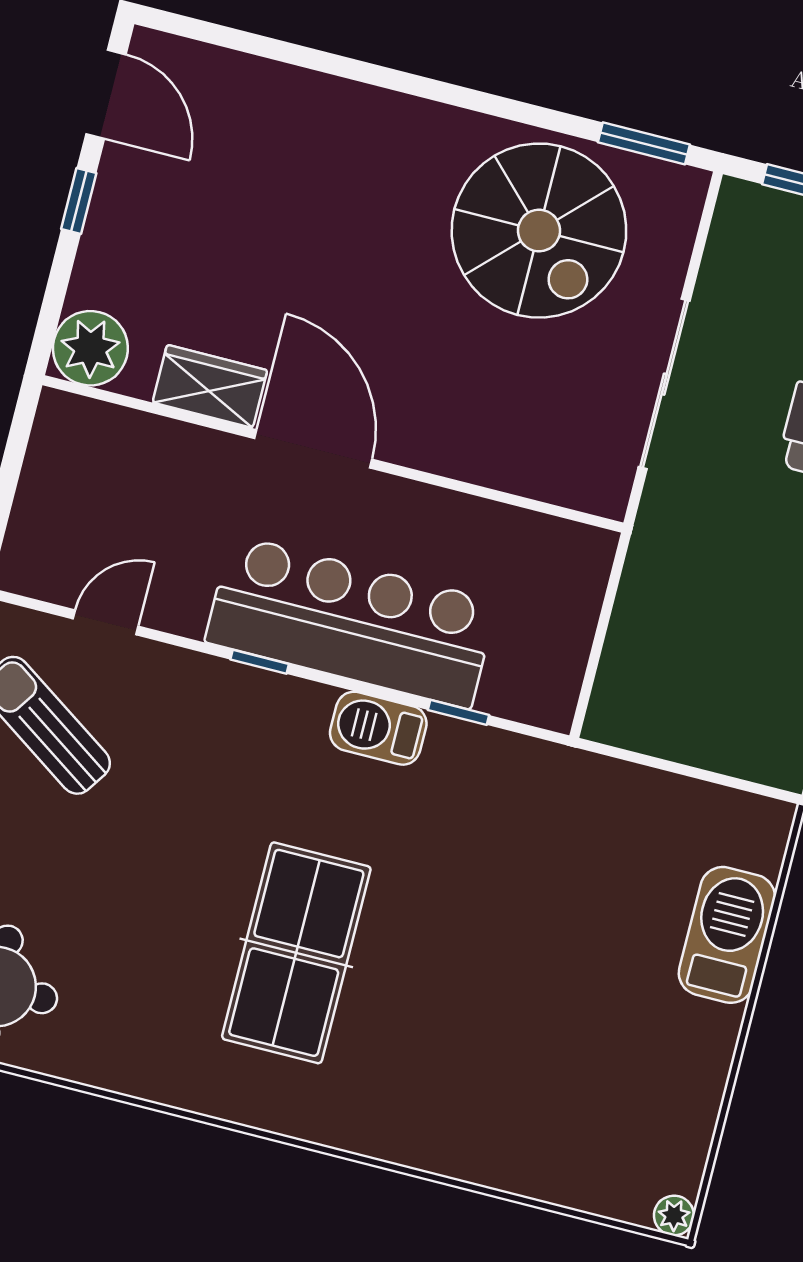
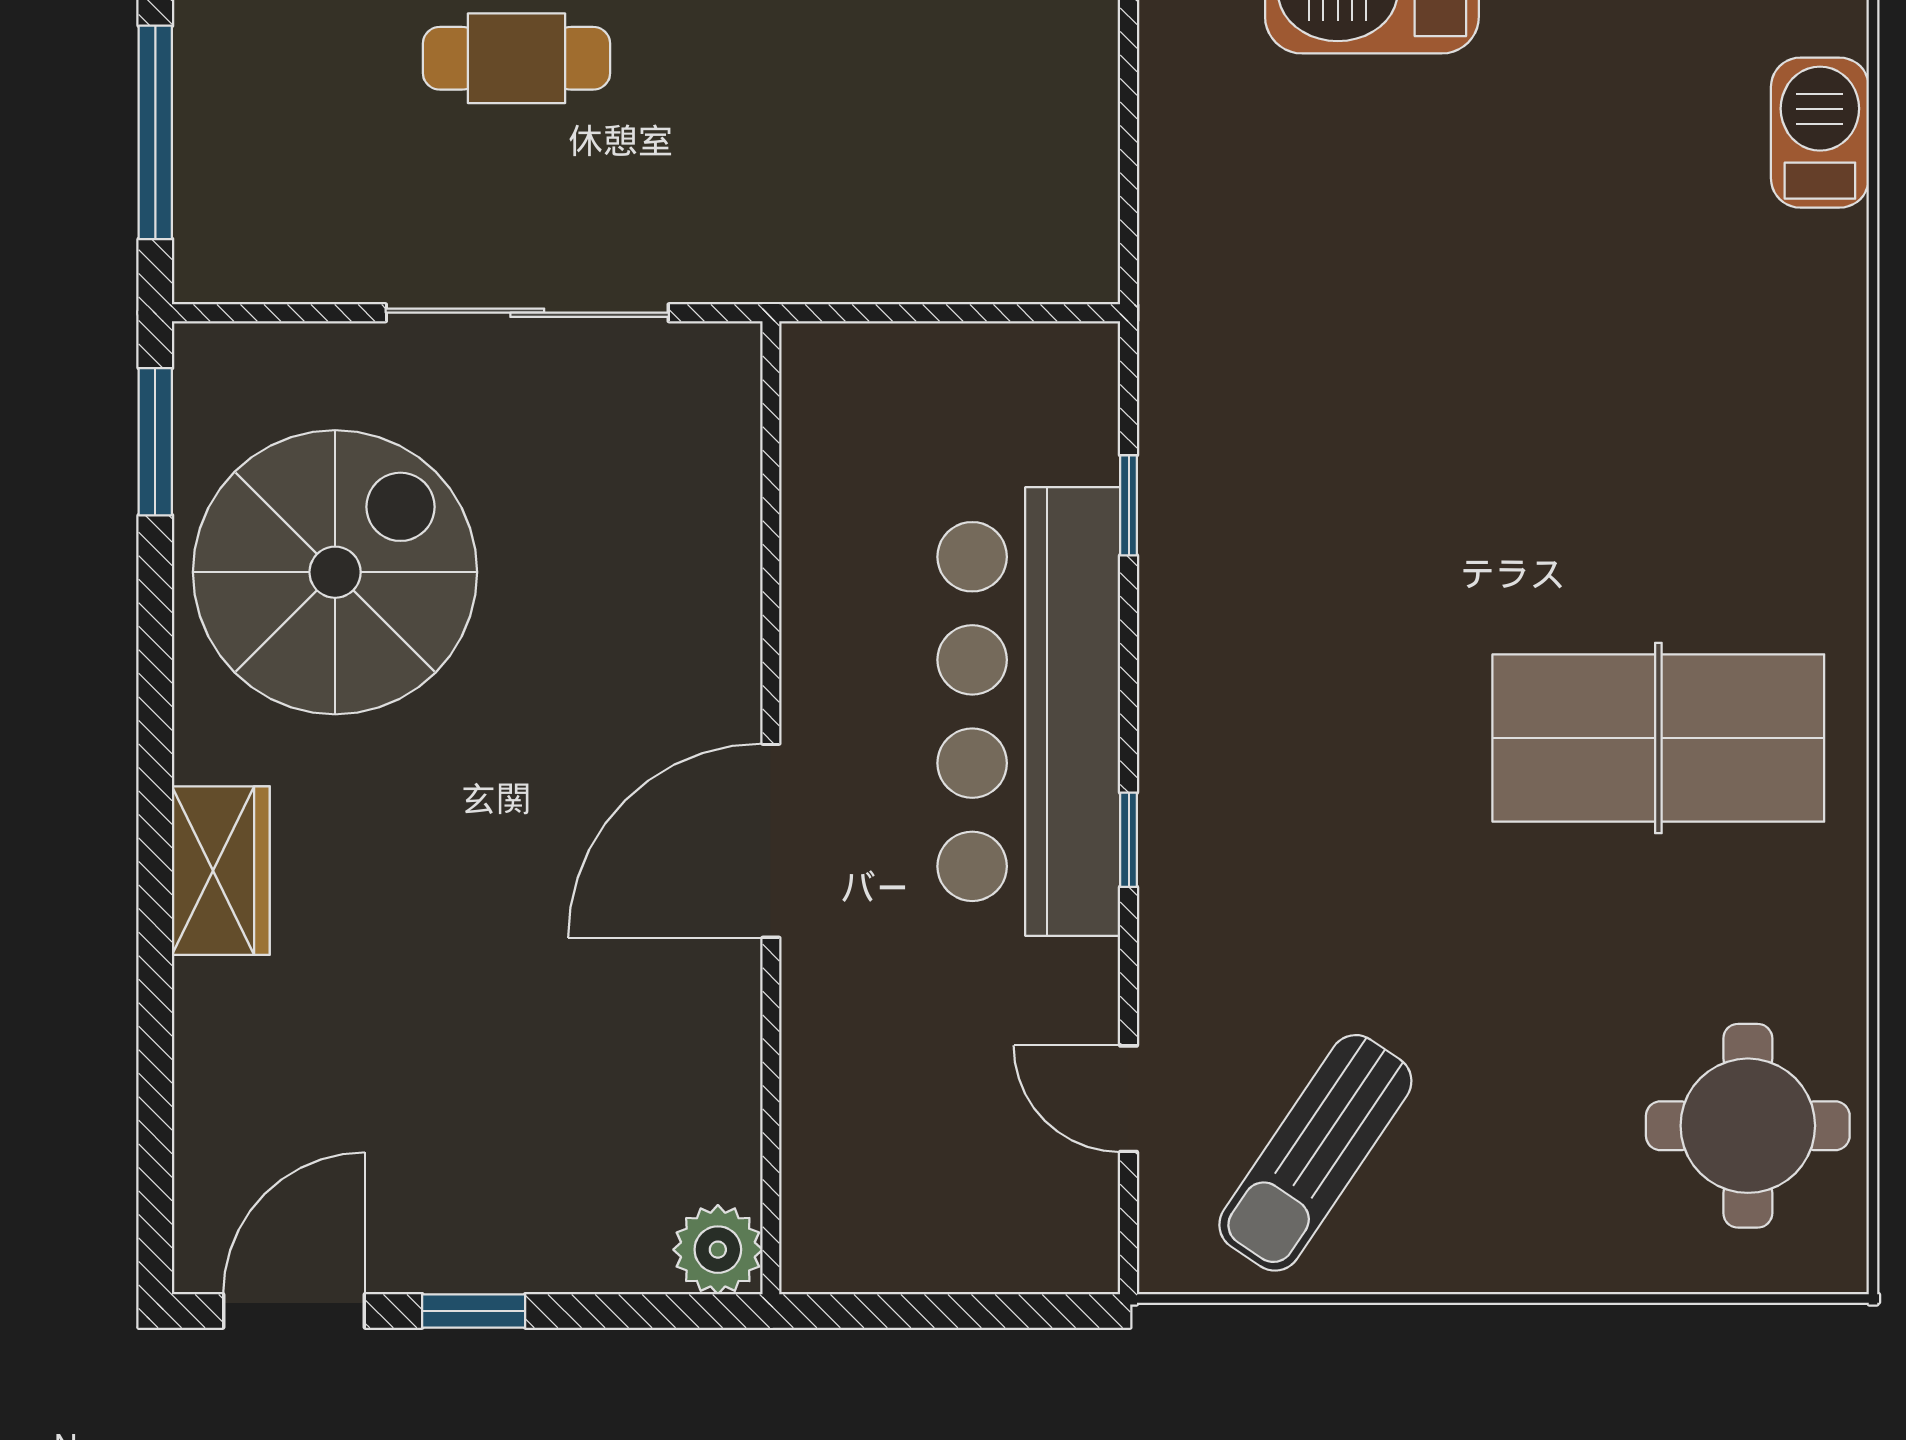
plant: (90, 348) -> (718, 1250), width x0.73, depth x0.73
wardrobe: (210, 386) -> (221, 871), moved, turned 180
barbecue: (378, 728) -> (1820, 133), moved, turned 180
table tennis table: (296, 953) -> (1658, 738), moved

